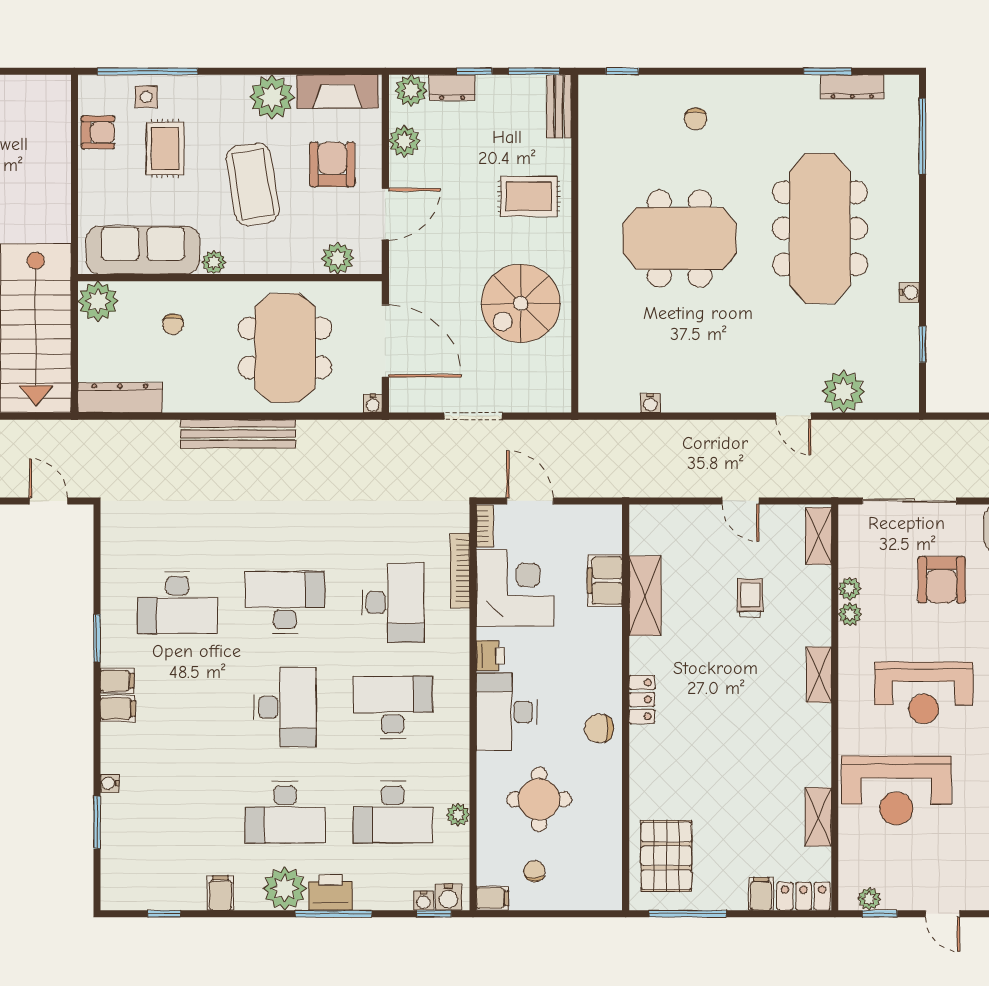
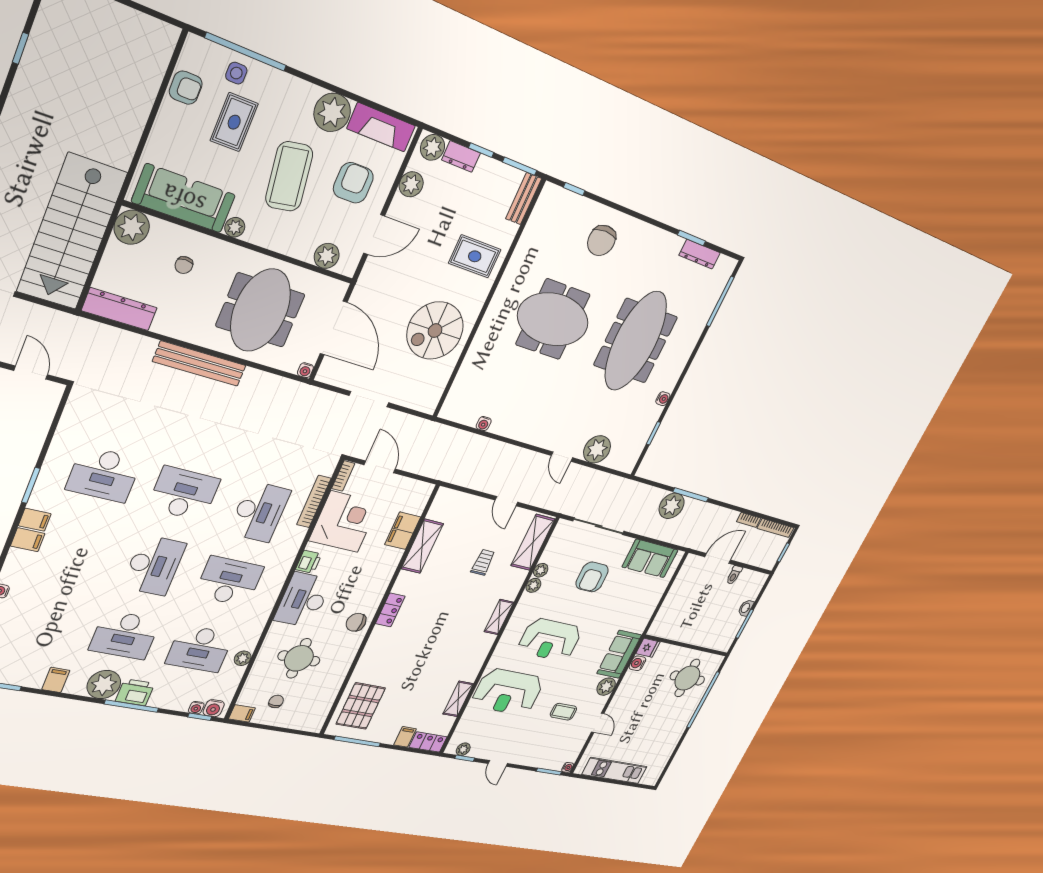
chair: (696, 119) -> (602, 241), width x1.87, depth x1.87
shelving: (819, 536) -> (533, 542), width x1.50, depth x1.33

